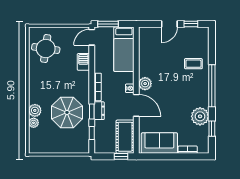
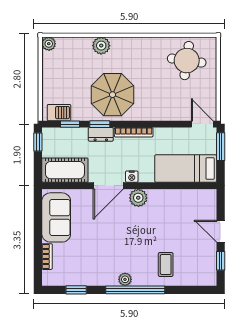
barbecue: (83, 62) -> (59, 113), moved
parasol: (67, 112) -> (112, 95), moved
plant: (200, 116) -> (125, 279), moved, width x0.53, depth x0.53
plant: (34, 123) -> (49, 44), moved
window: (121, 156) -> (38, 142), moved

